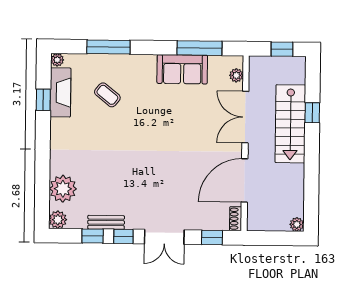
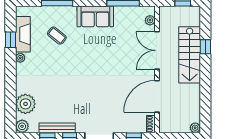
plant: (57, 60) -> (20, 58), moved
sofa: (182, 69) -> (95, 16), moved
bench: (106, 222) -> (57, 128), width x1.36

